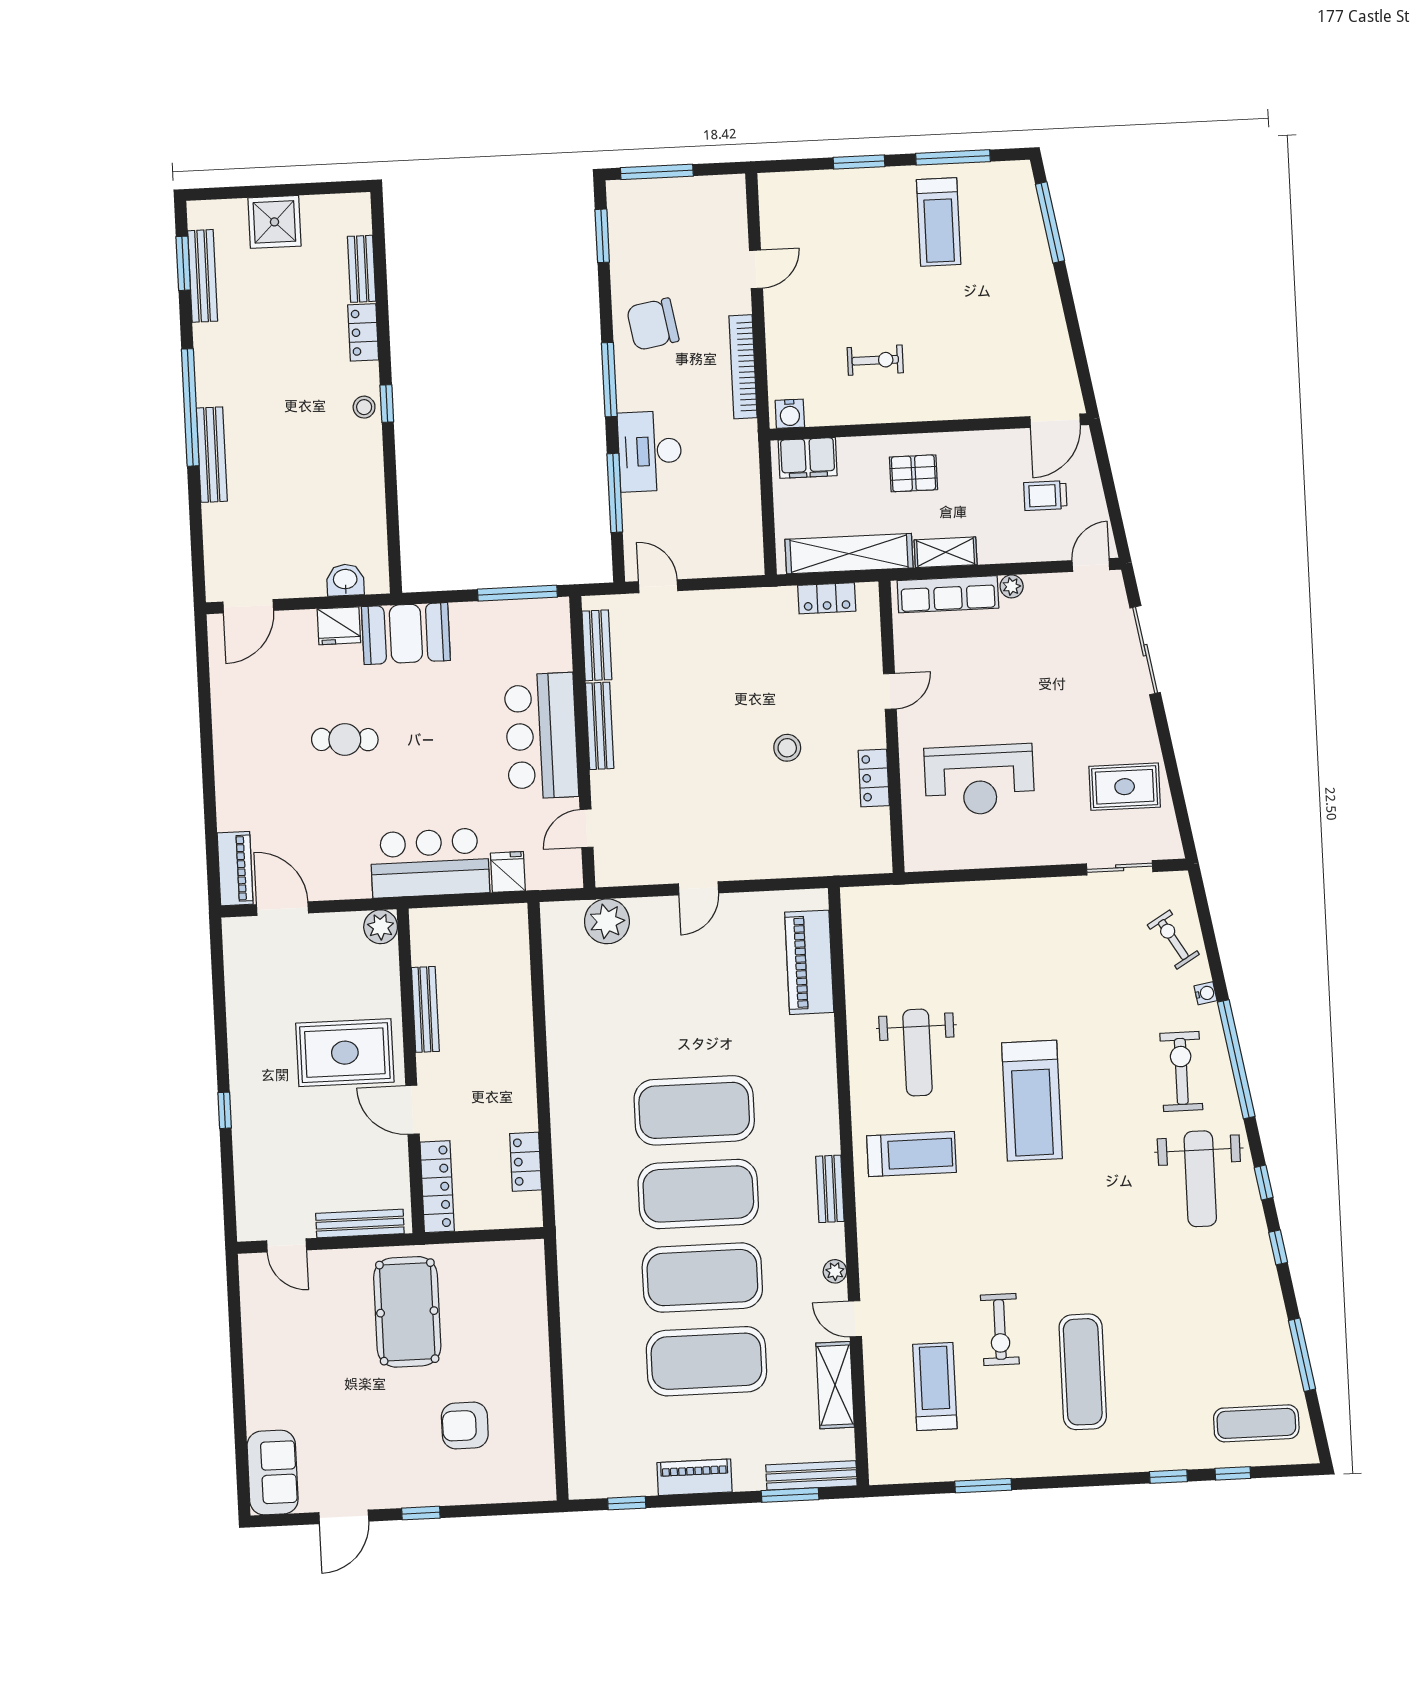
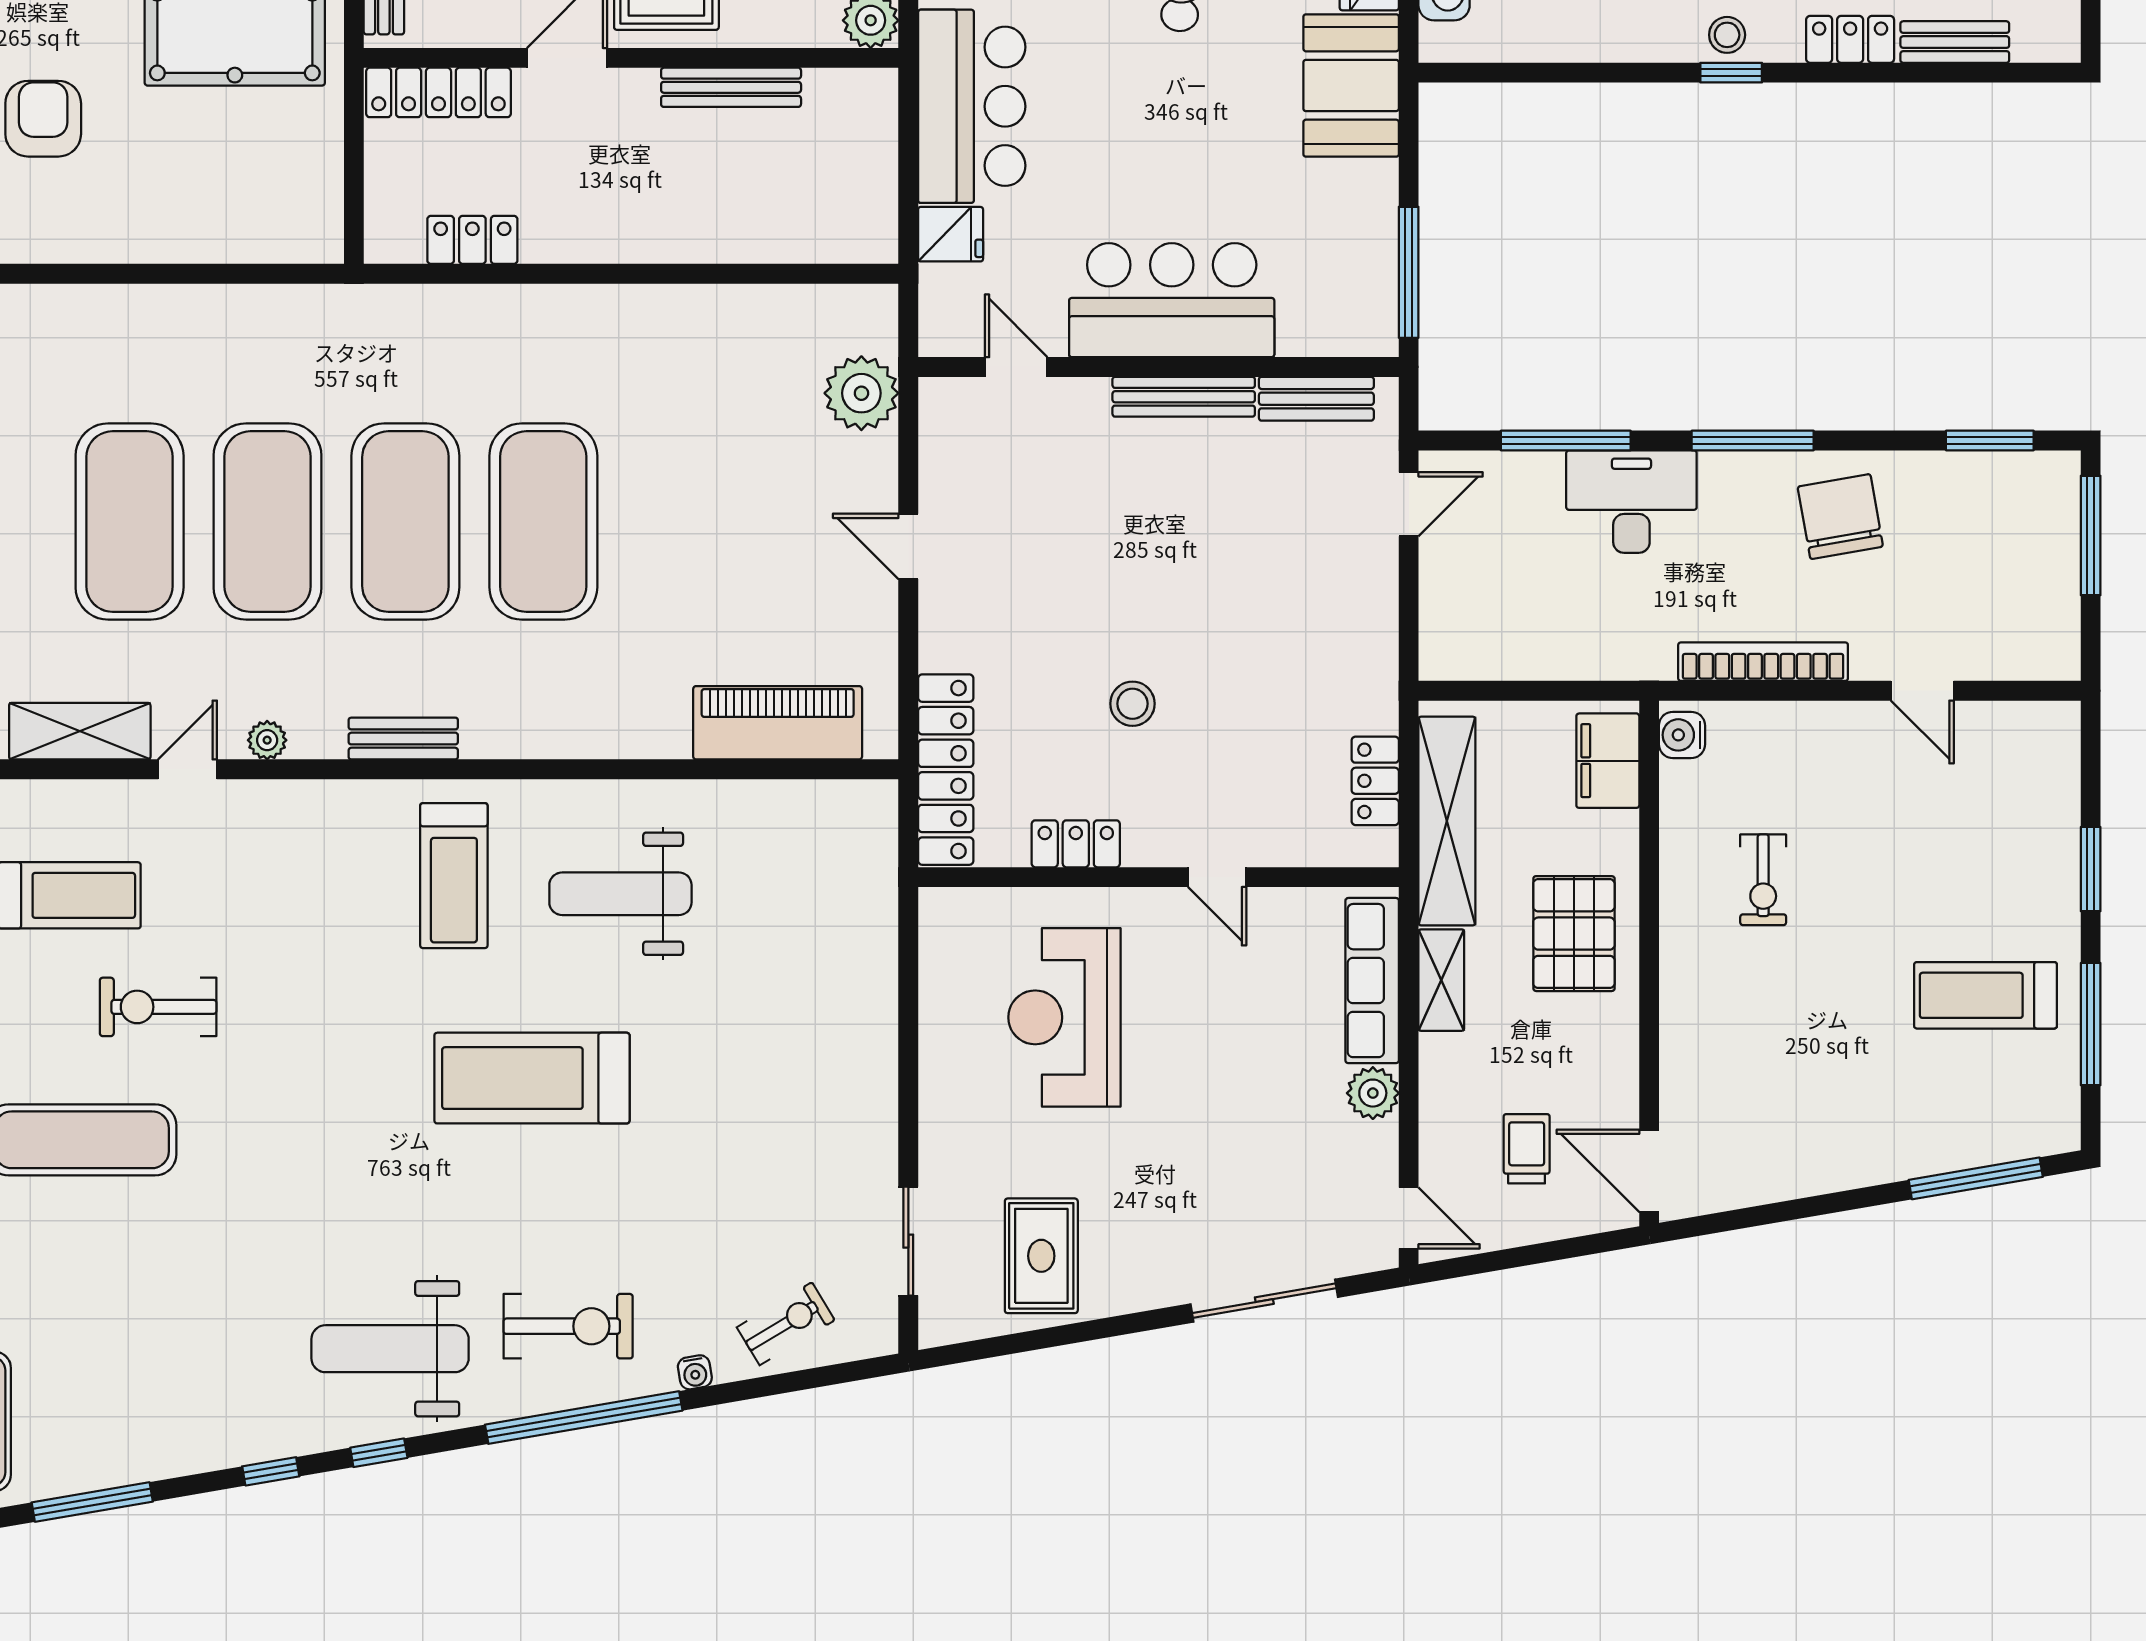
pallet: (913, 473) -> (1574, 934), width x1.50, depth x1.42
plant: (1012, 586) -> (1373, 1093), width x1.38, depth x1.38
locker: (833, 859) -> (946, 770), added

